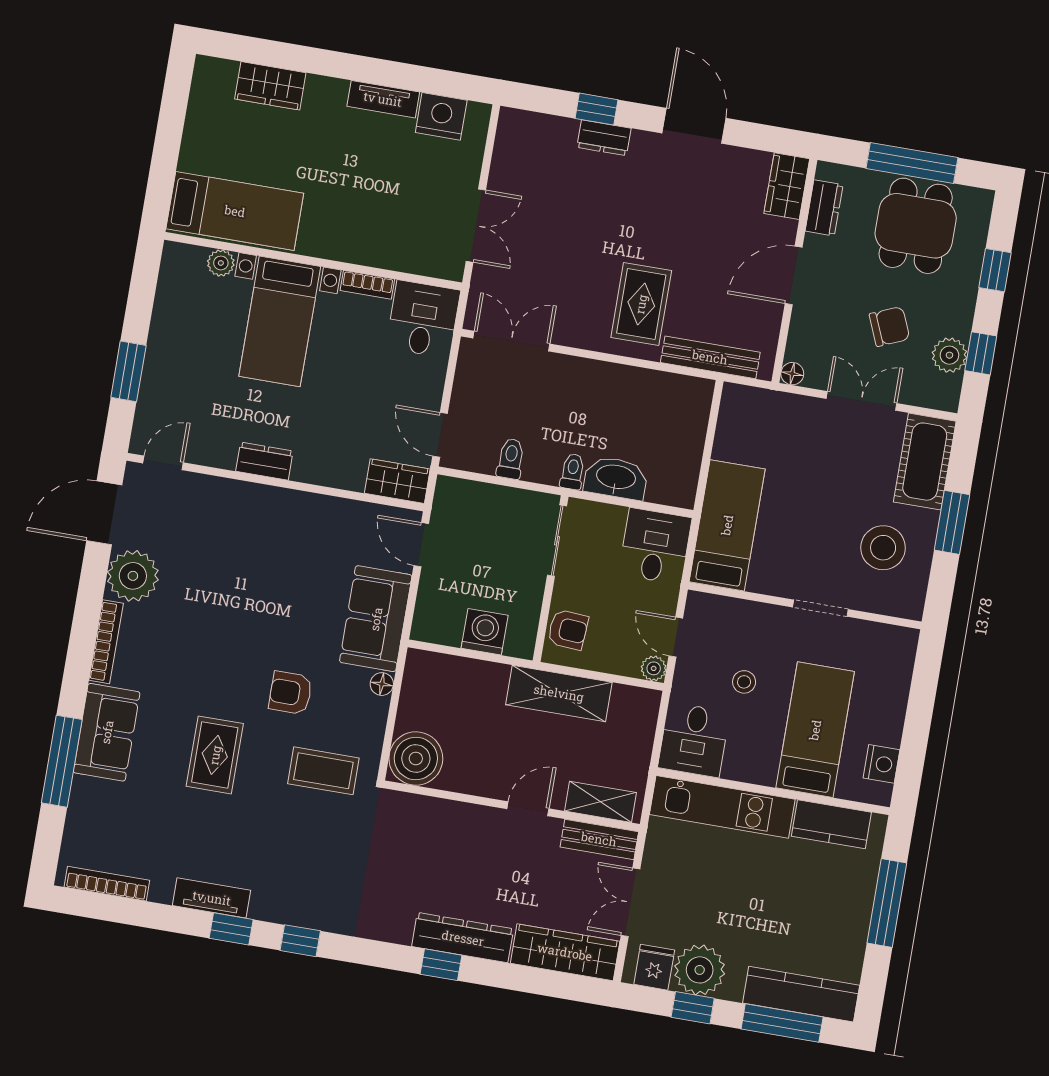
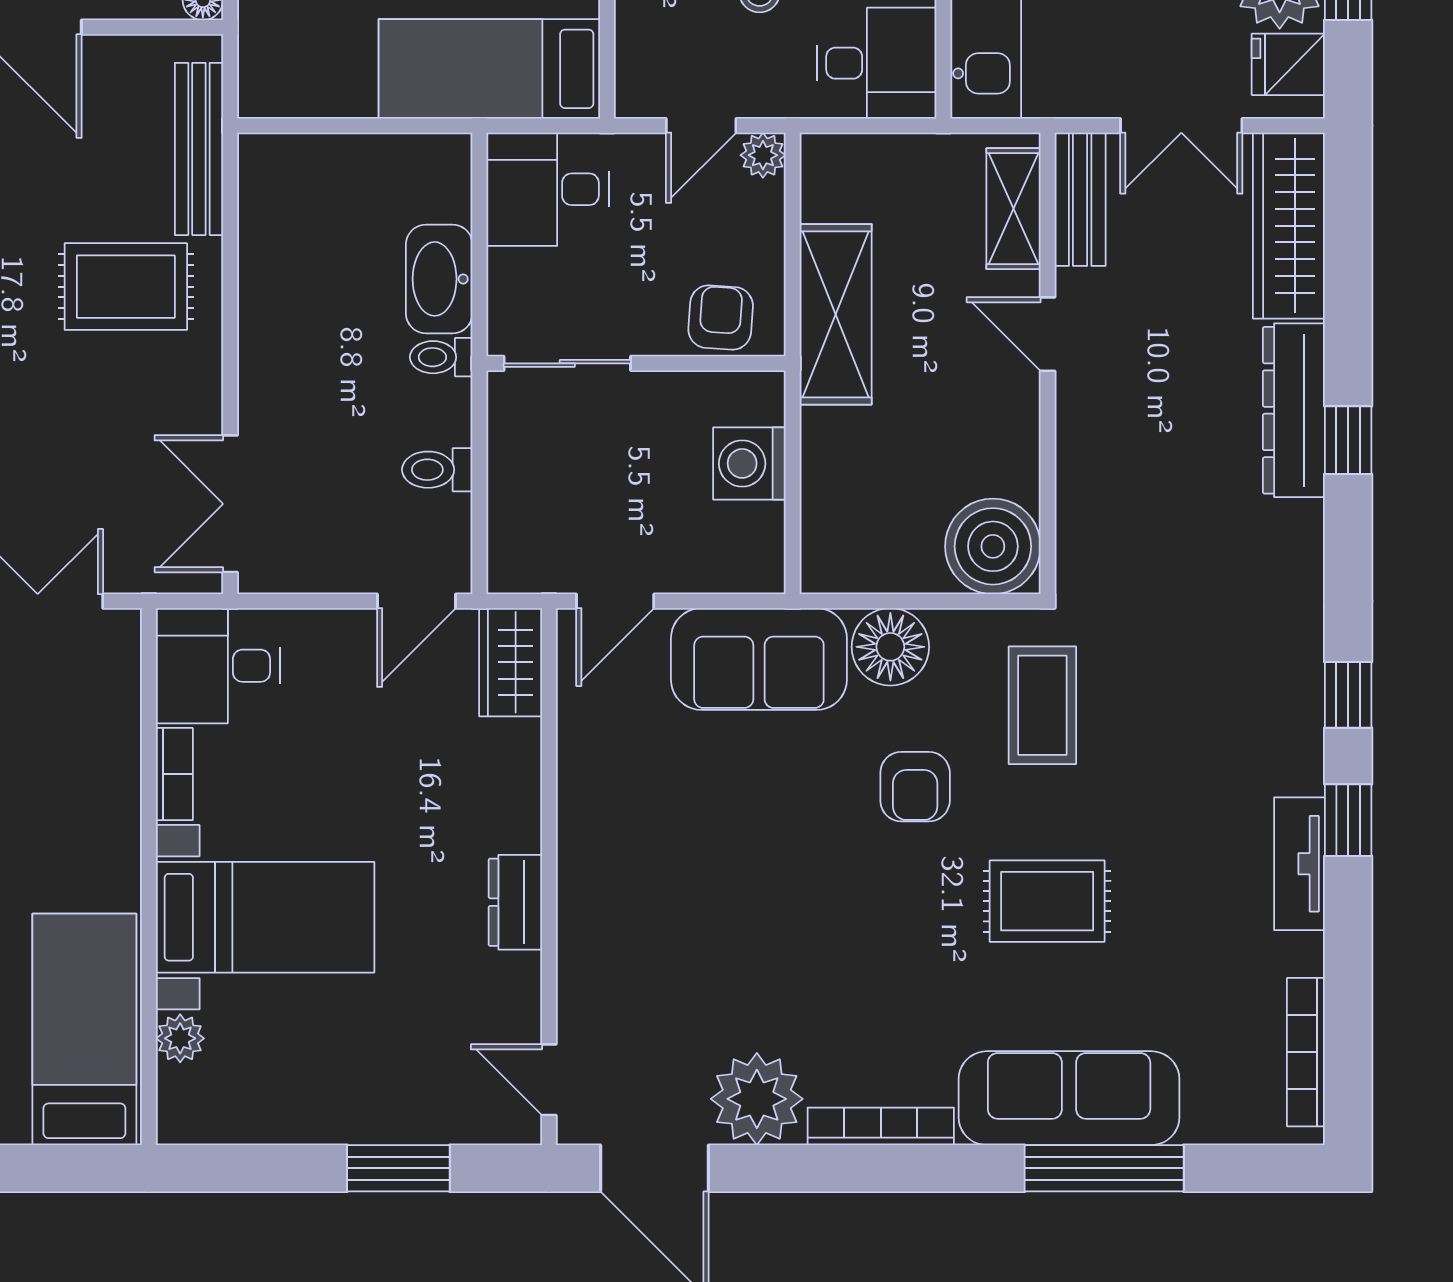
floor lamp: (382, 684) -> (890, 647), width x1.89, depth x1.89
sofa: (107, 732) -> (1069, 1098), width x1.36

